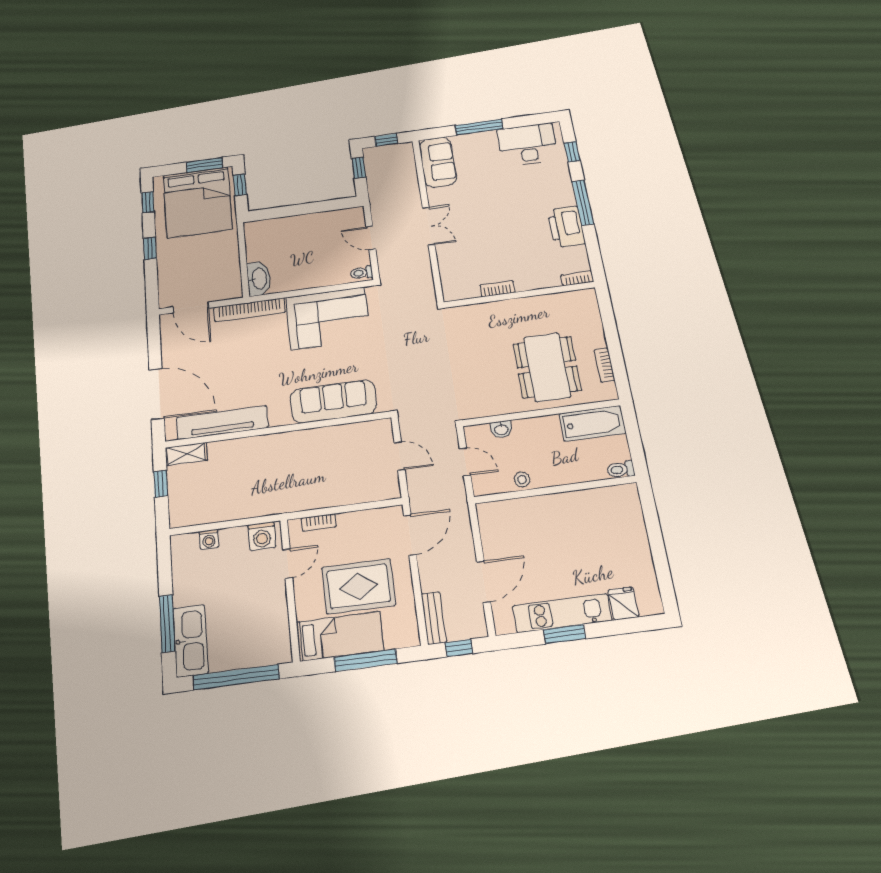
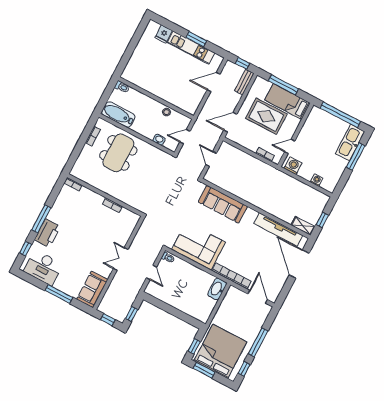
printer: (566, 227) -> (47, 233), moved
window: (150, 248) -> (258, 342), width x2.17
door: (465, 462) -> (185, 137), hinge flipped

